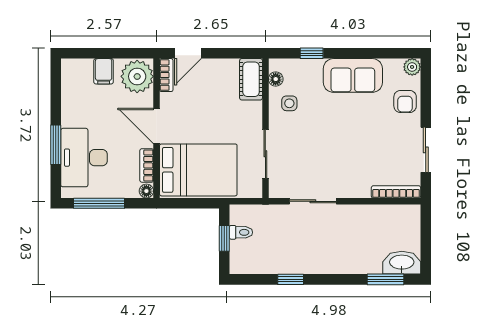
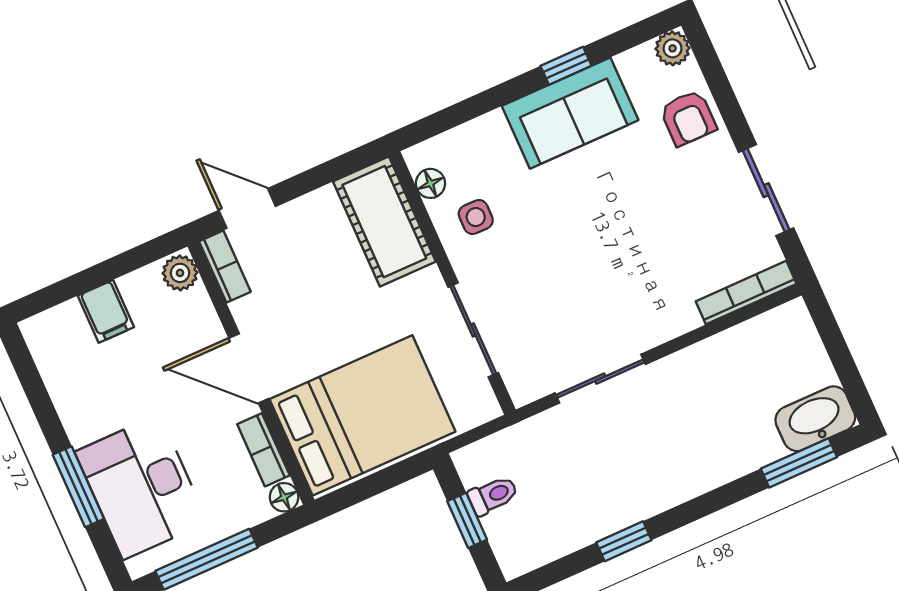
door: (188, 53) -> (247, 208), swing flipped
window: (312, 53) -> (566, 66), moved
plant: (137, 76) -> (180, 273), width x0.53, depth x0.53
cot: (251, 79) -> (384, 222), width x1.37, depth x1.34

